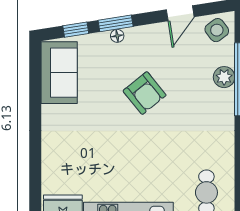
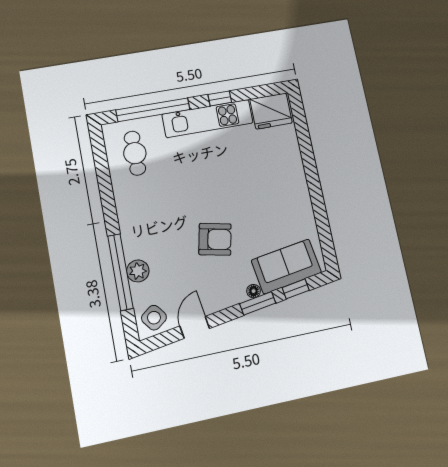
sofa: (59, 73) -> (286, 266), moved, turned 81
armchair: (145, 93) -> (215, 239), turned 141

